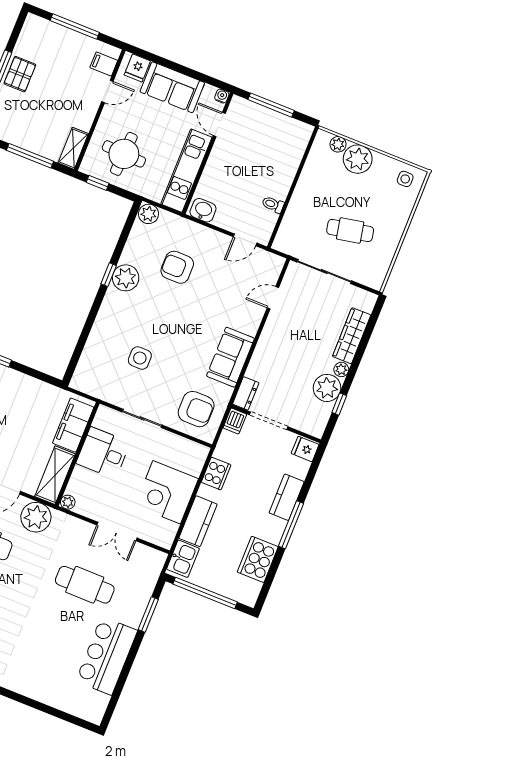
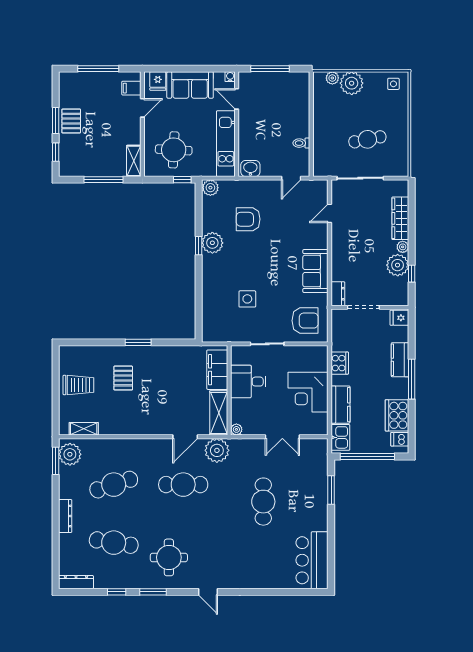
window: (98, 183) -> (182, 180), moved
dishwasher: (235, 421) -> (400, 439), moved, turned 90
cafe table: (85, 585) -> (263, 502), moved, turned 90
bar counter: (107, 656) -> (312, 560), moved

